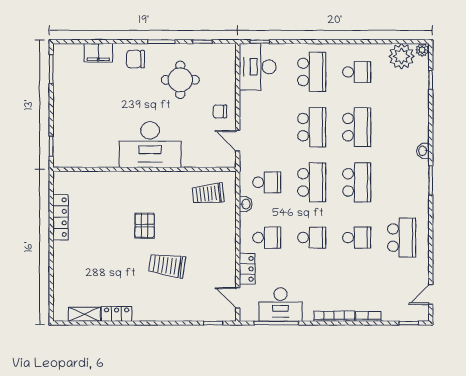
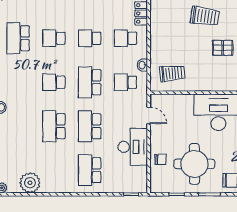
plant: (401, 56) -> (30, 183), moved
desk: (258, 67) -> (133, 147), moved
school desk: (357, 72) -> (54, 170), removed
round table: (180, 80) -> (194, 164), width x1.36, depth x1.36
chair: (220, 111) -> (160, 159), moved
school desk: (357, 182) -> (54, 82), width x0.54
pallet: (145, 226) -> (223, 48), turned 90

